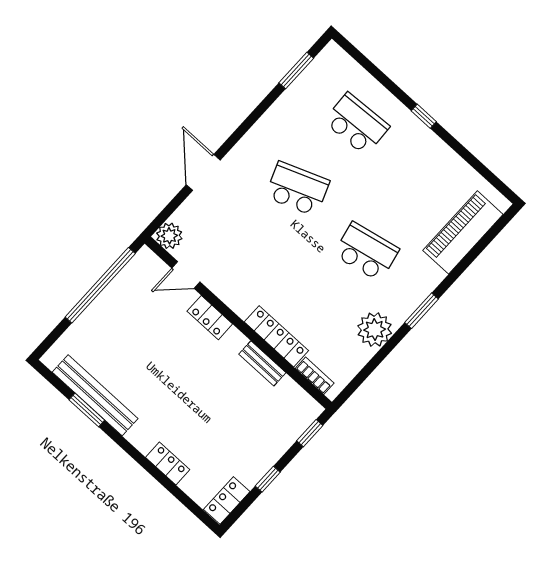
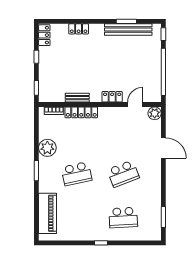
window: (49, 341) -> (163, 34), added

